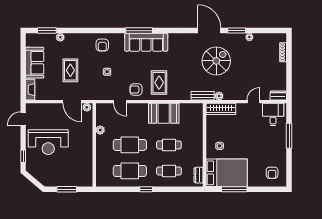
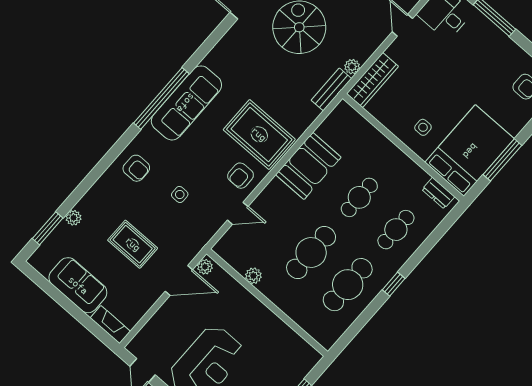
window: (139, 31) -> (161, 98), width x1.46
rug: (159, 83) -> (259, 134), width x1.36, depth x1.43

